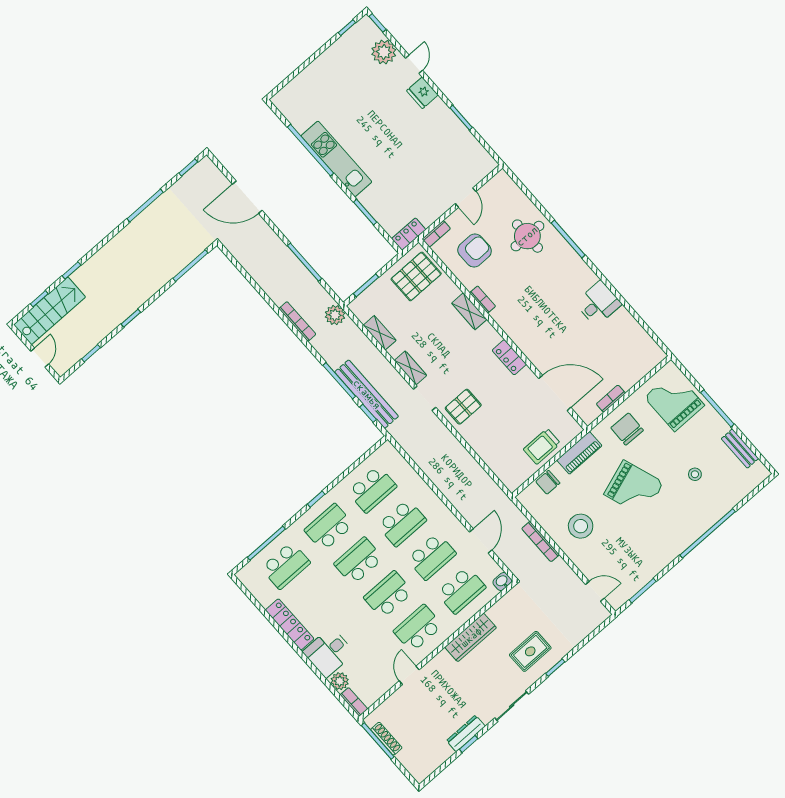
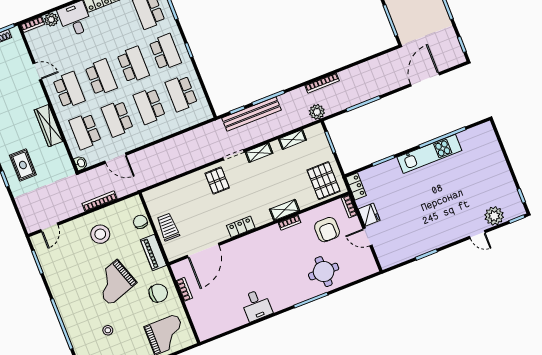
fridge: (422, 93) -> (369, 215), moved, turned 90

